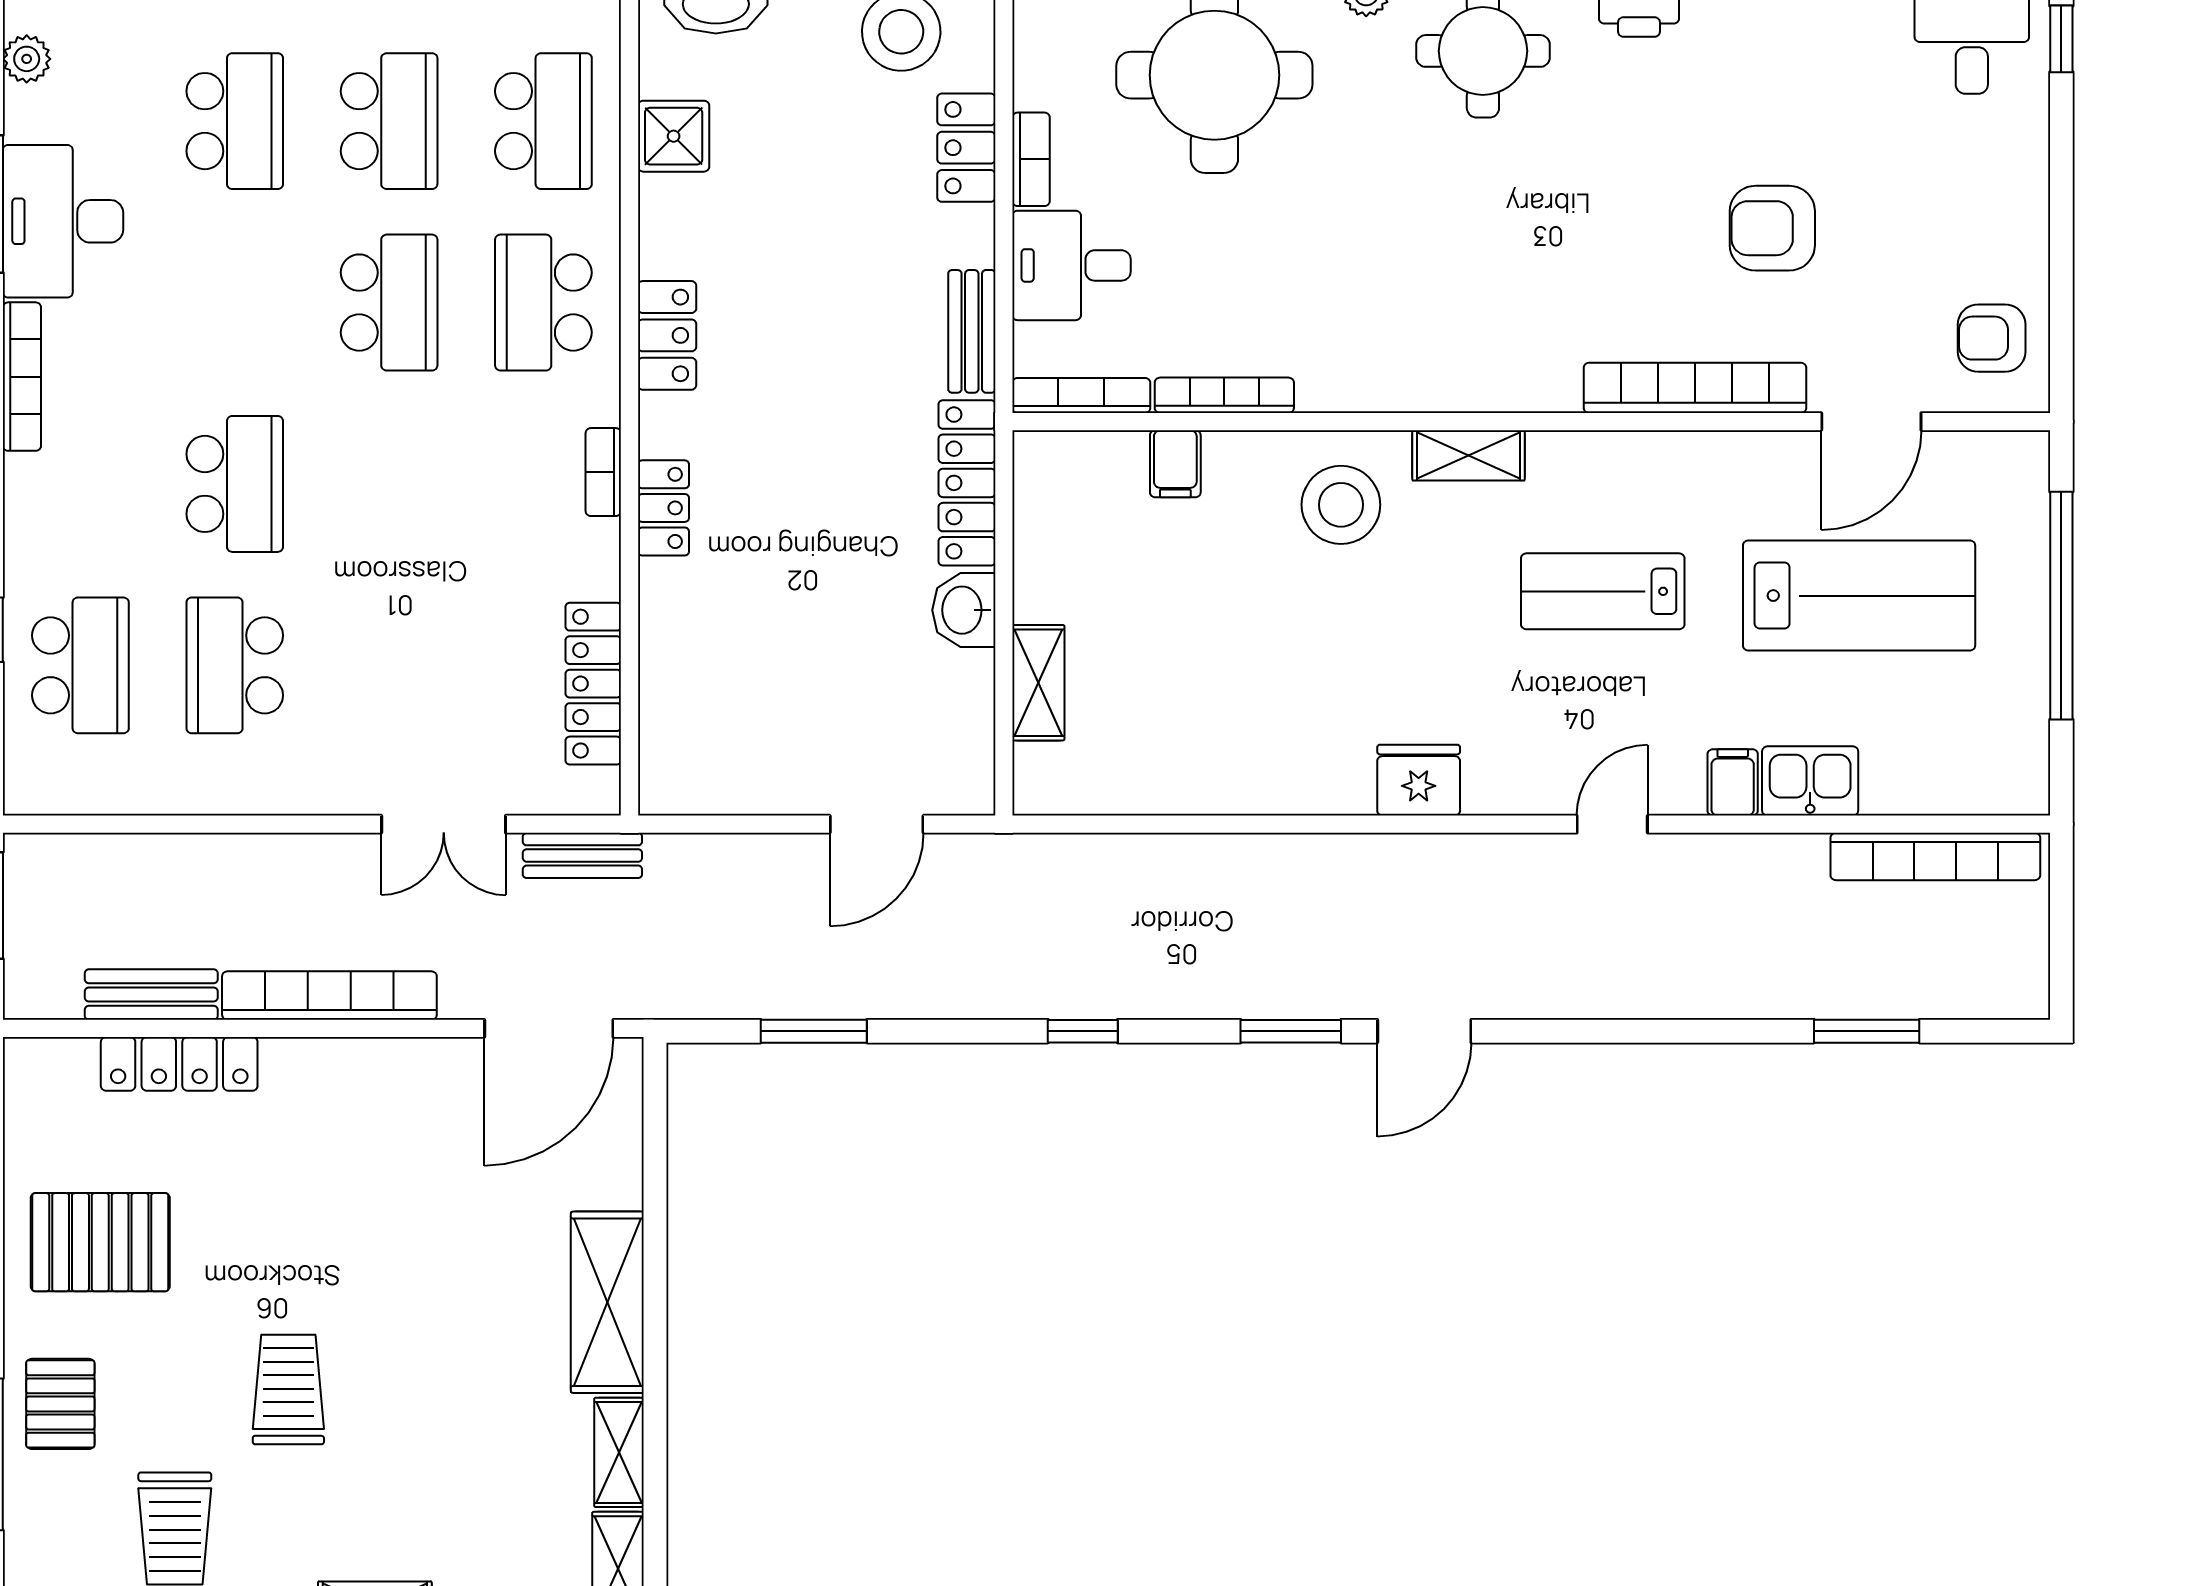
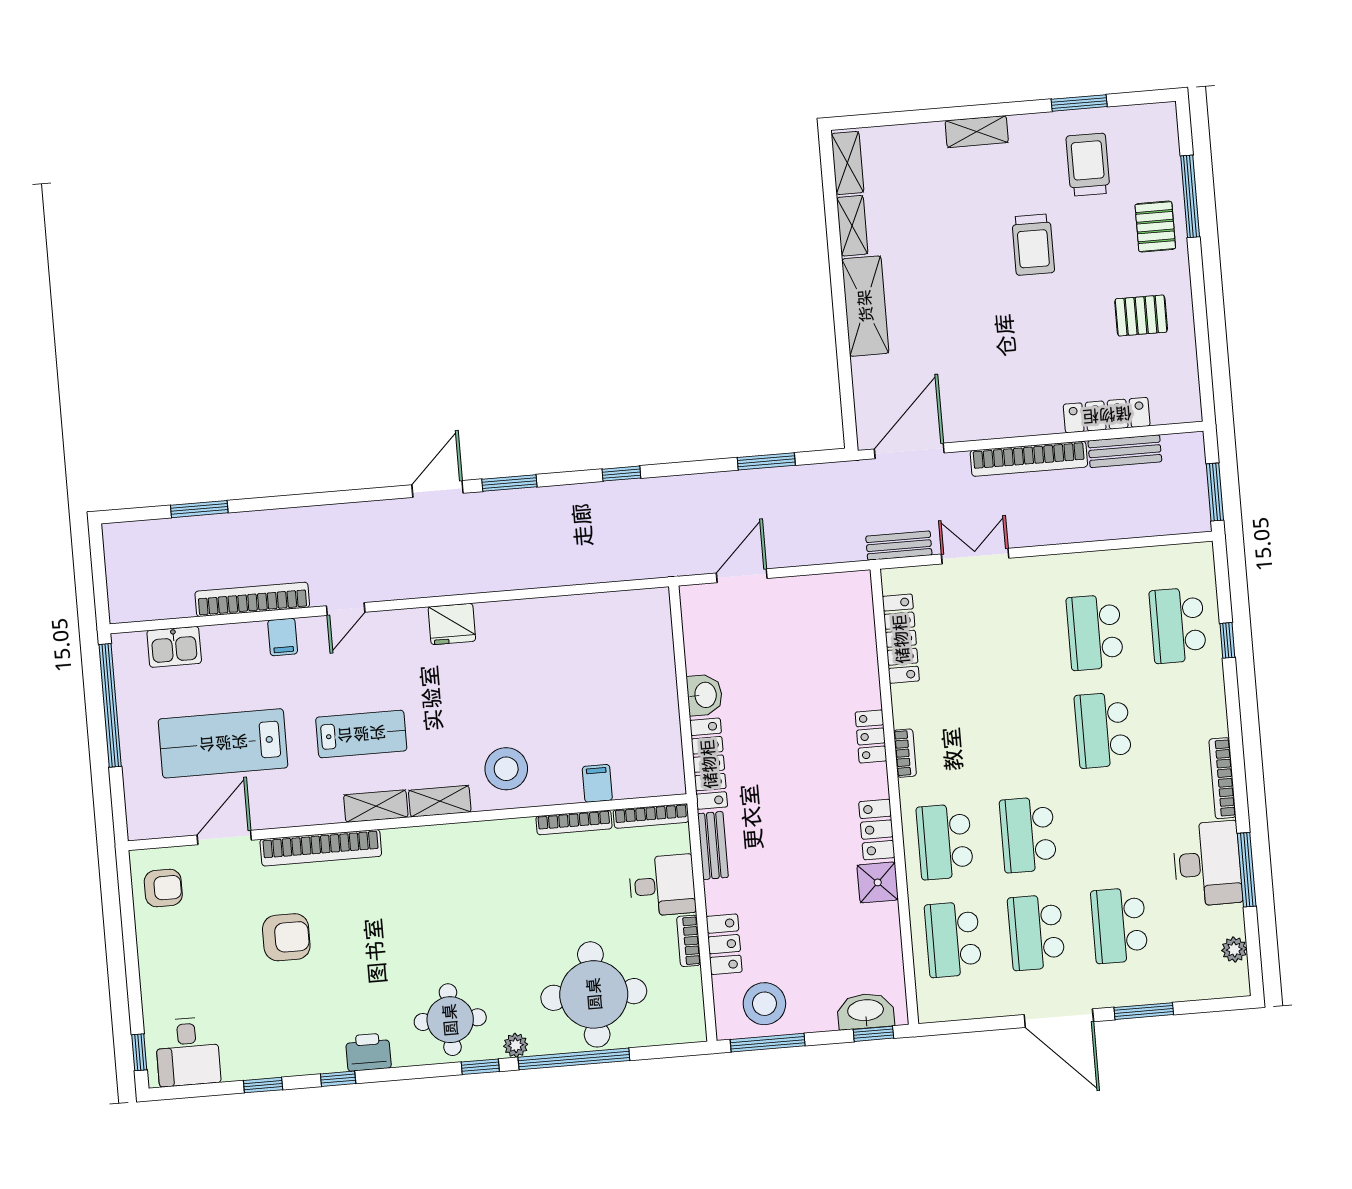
shower: (674, 136) -> (878, 882), moved
school desk: (543, 303) -> (945, 842), turned 180
window: (2061, 606) -> (110, 705), moved
school desk: (235, 665) -> (1095, 632), turned 180
shelving: (1038, 683) -> (376, 806), moved, turned 90
kitchen sink: (1810, 781) -> (174, 647), moved
bookcase: (1935, 857) -> (252, 599), moved
pallet: (100, 1242) -> (1141, 315), width x0.67, depth x0.71

